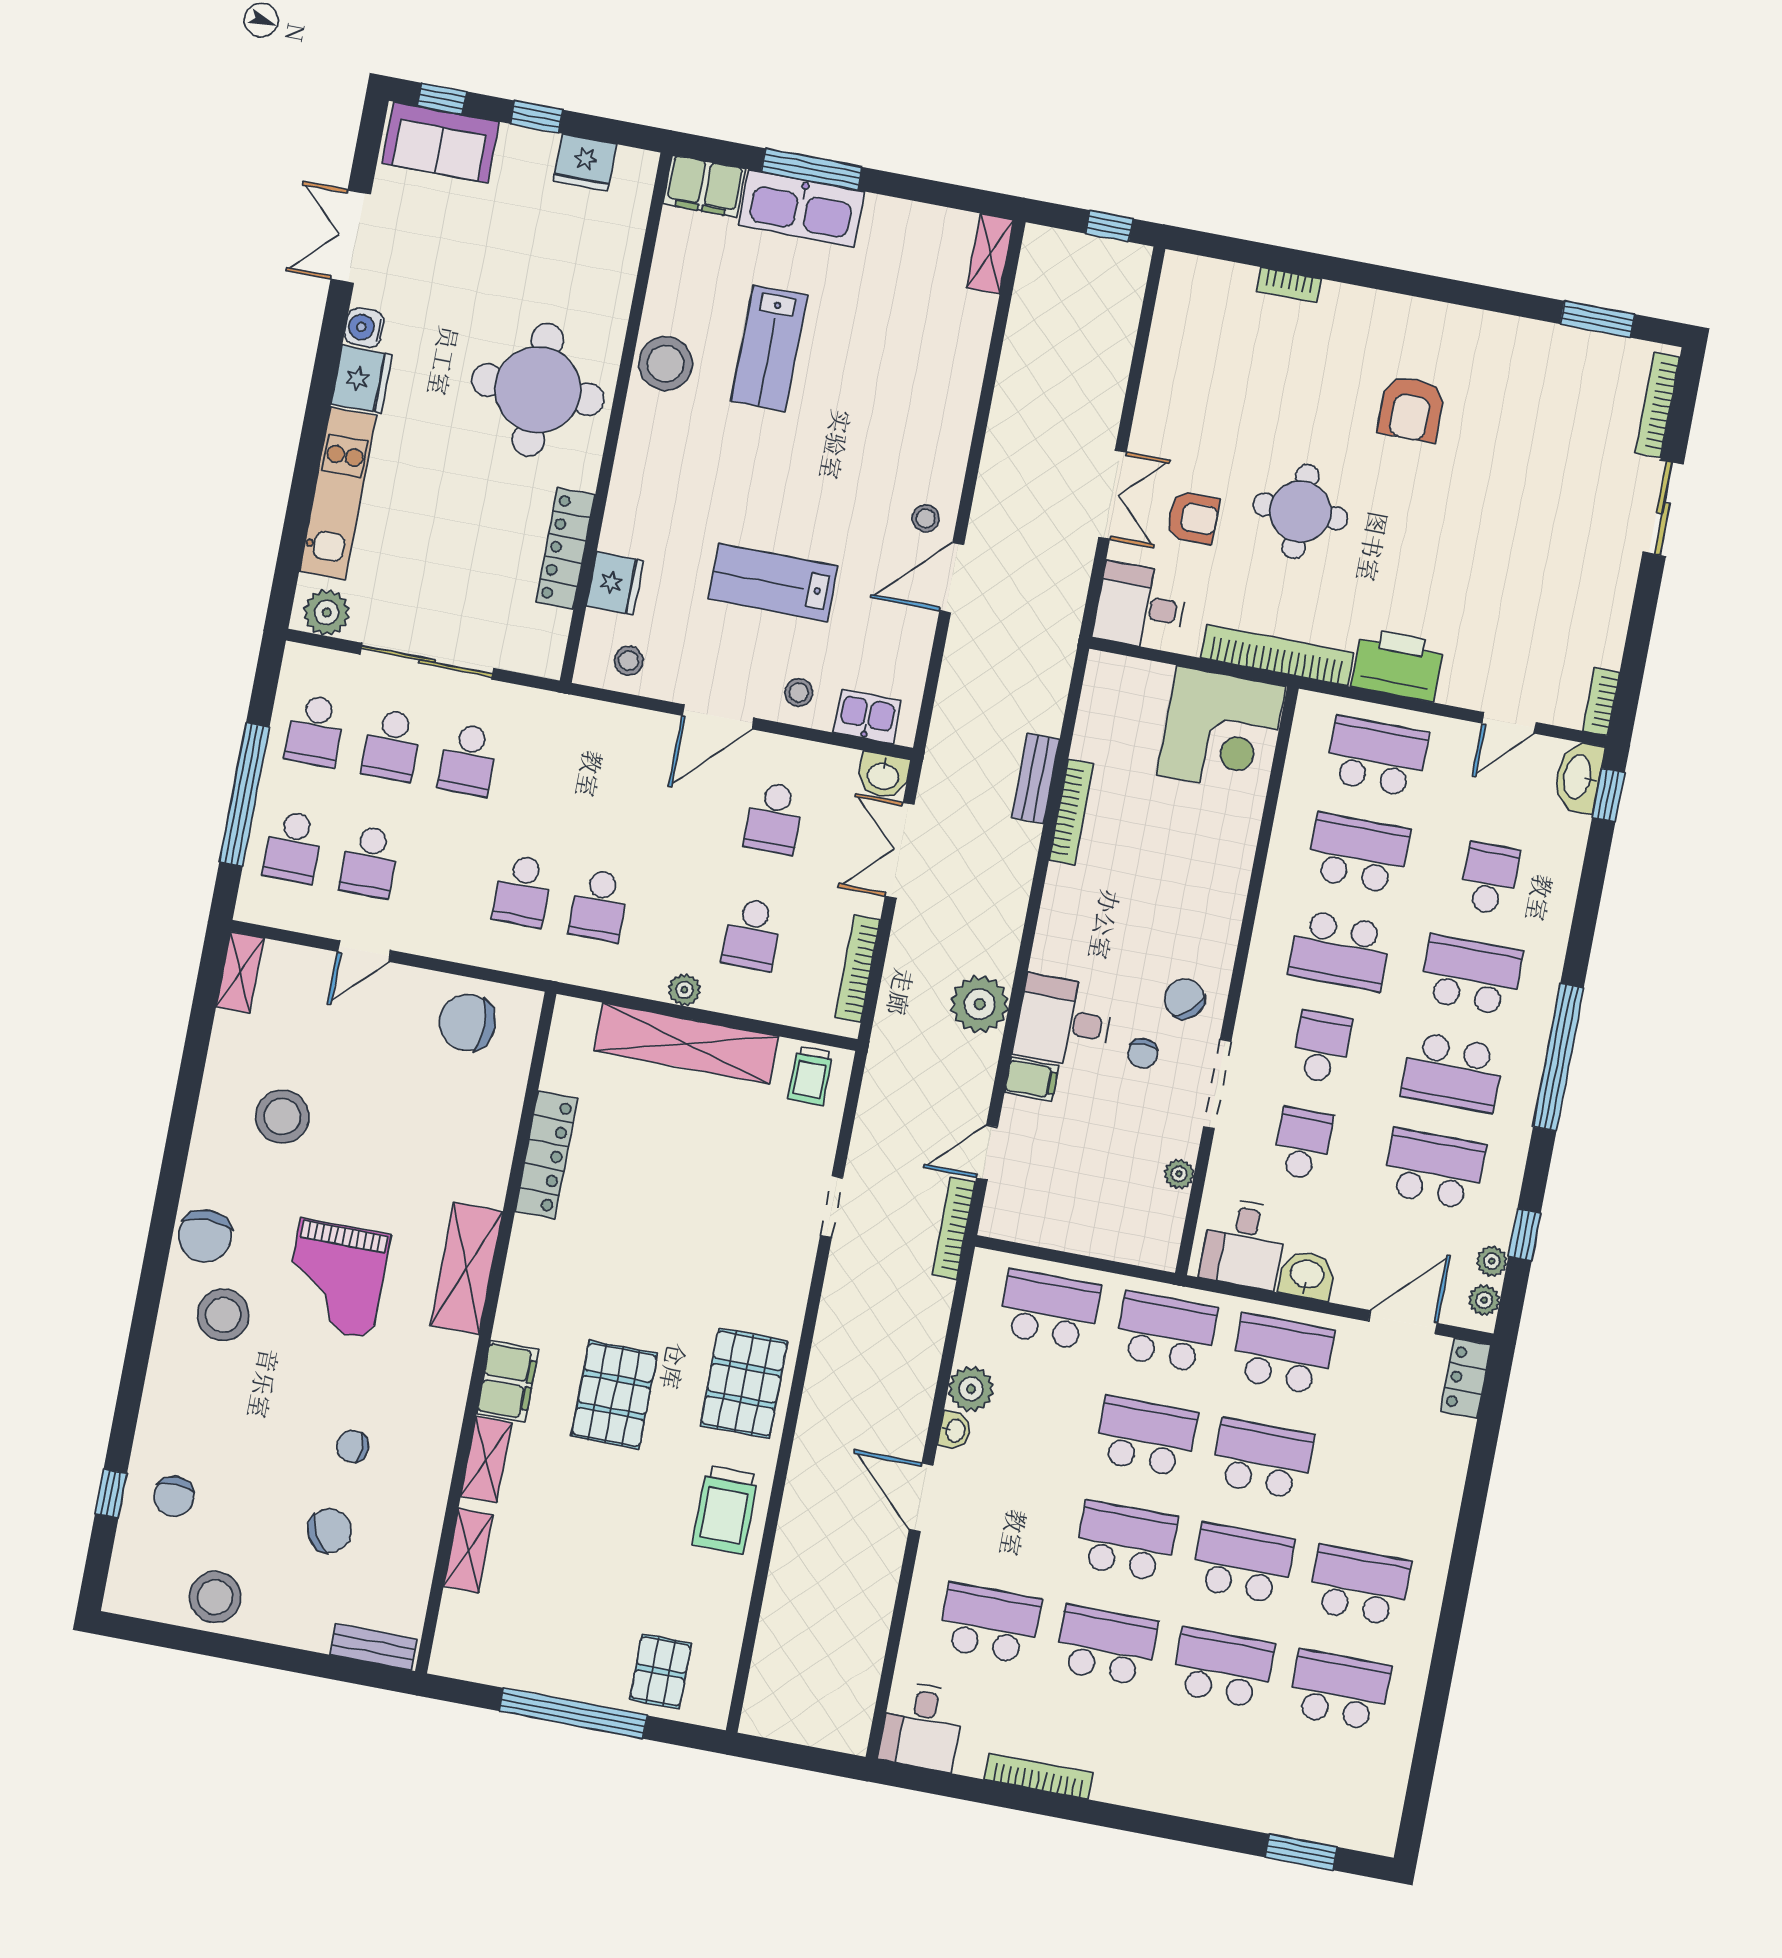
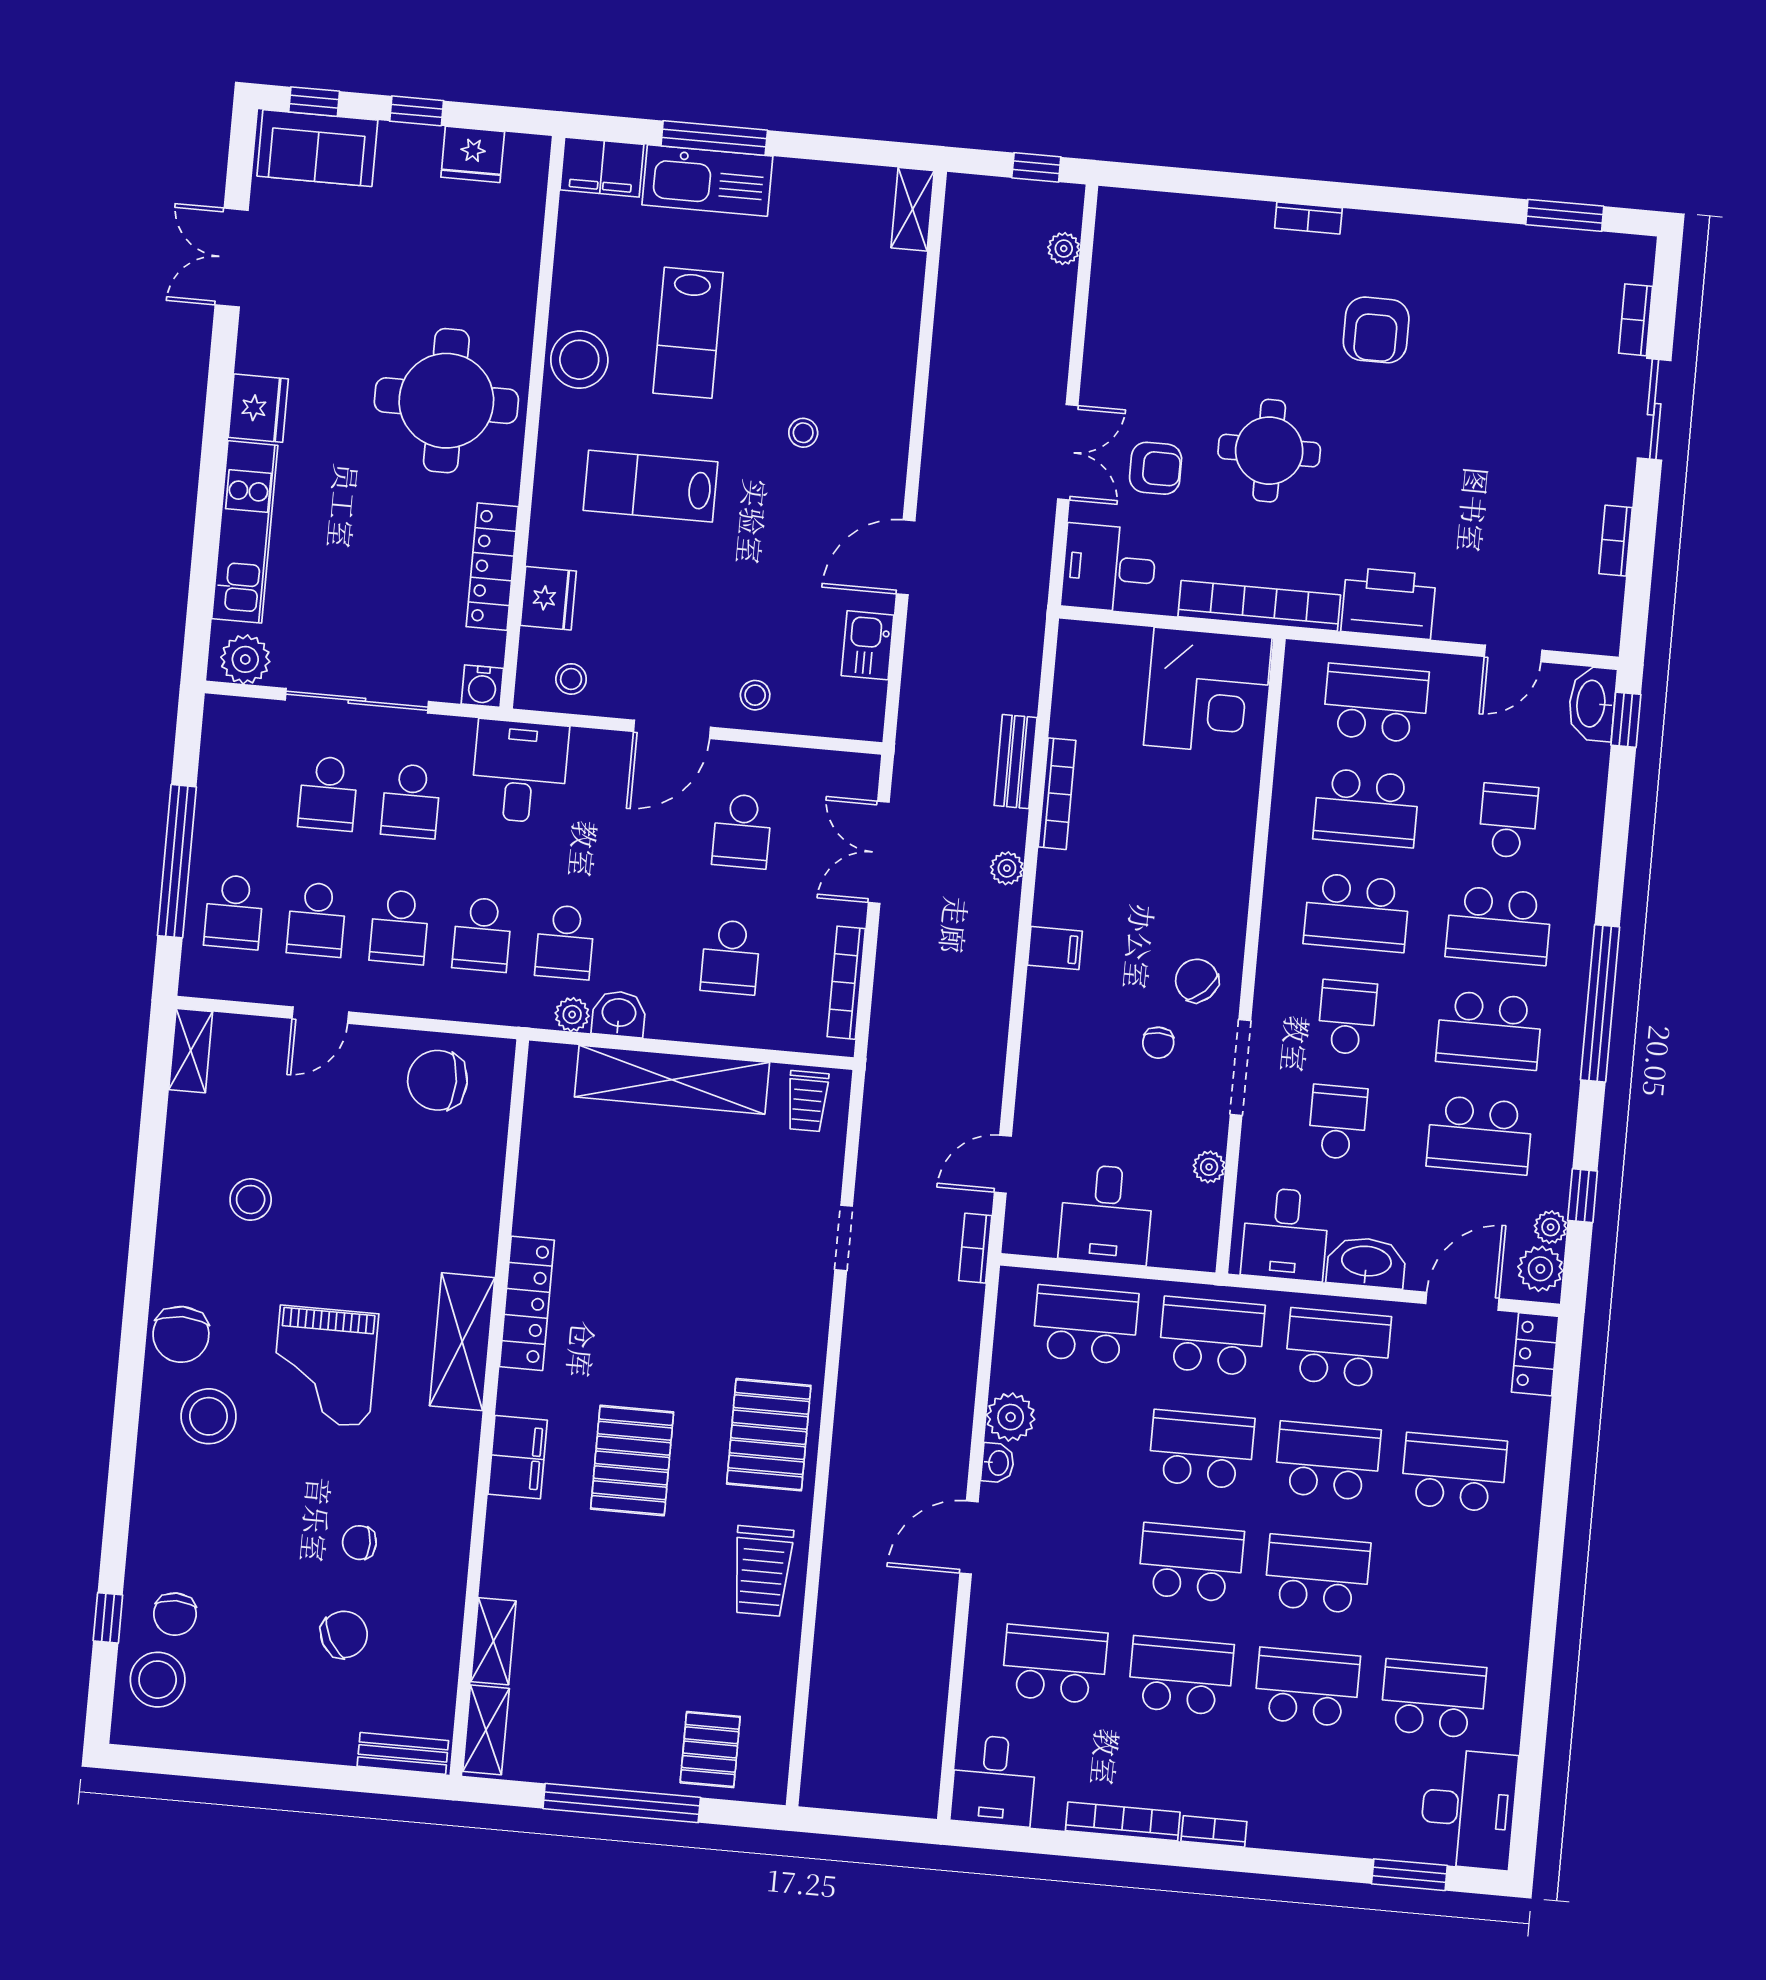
bookcase: (1289, 285) -> (1308, 218), moved
plant: (1127, 304) -> (1064, 249), added
water cooler: (364, 328) -> (482, 686), moved, turned -90
bookcase: (1657, 405) -> (1636, 320), width x0.64
stool: (926, 518) -> (803, 433), moved
lab bench: (773, 583) -> (650, 486), moved
bookcase: (1601, 702) -> (1616, 541), moved
kitchen sink: (867, 717) -> (868, 645), moved, turned -90
school desk: (315, 730) -> (399, 927), moved
desk: (572, 742) -> (520, 772), added
washbasin: (883, 775) -> (619, 1014), moved, turned 180
school desk: (1358, 853) -> (1366, 808), turned 180
school desk: (1471, 975) -> (1499, 926), turned 180
plant: (684, 990) -> (572, 1015), moved
plant: (980, 1004) -> (1007, 868), moved, width x0.53, depth x0.53
desk: (1064, 1021) -> (1106, 1214), moved, turned -90
filing cabinet: (1032, 1079) -> (1055, 948), moved
stool: (282, 1117) -> (251, 1200), width x0.73, depth x0.73
locker: (546, 1155) -> (527, 1303), moved
school desk: (1434, 1169) -> (1480, 1135), turned 180
bookcase: (954, 1228) -> (975, 1248), width x0.64
washbasin: (1307, 1275) -> (1366, 1262), width x1.38
plant: (1484, 1300) -> (1540, 1269), width x1.38, depth x1.38
shelving: (486, 1459) -> (486, 1730), moved
door: (921, 1497) -> (969, 1537), hinge flipped
school desk: (1359, 1586) -> (1454, 1472), moved
stool: (215, 1597) -> (158, 1680), moved
bookcase: (1123, 1794) -> (1214, 1831), added
desk: (1362, 1796) -> (1468, 1809), added

